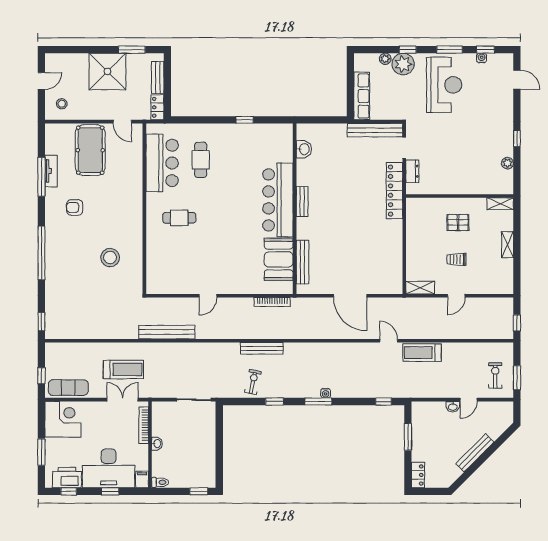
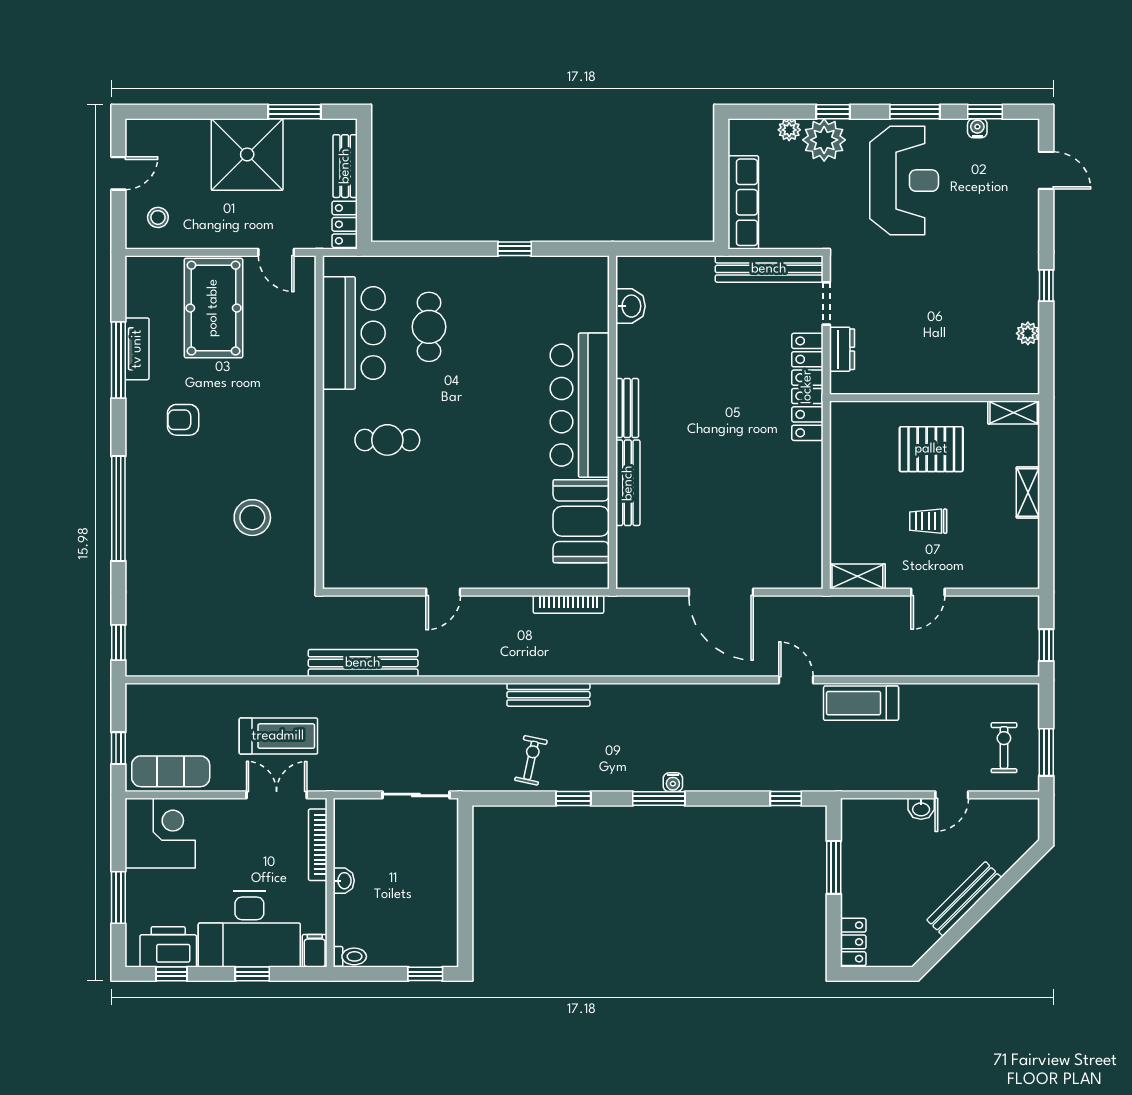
pallet: (458, 222) -> (931, 449), width x1.50, depth x1.42
bench: (302, 262) -> (628, 483), moved

